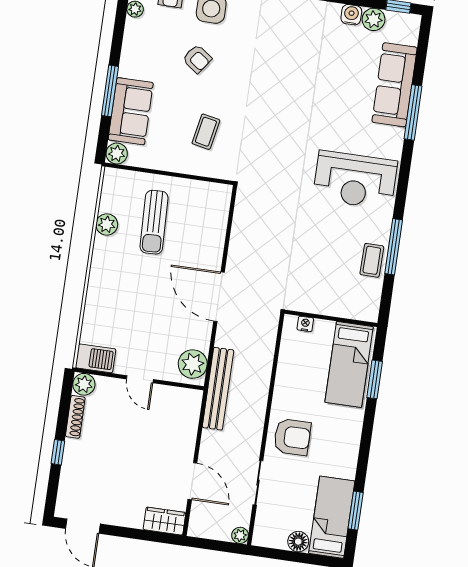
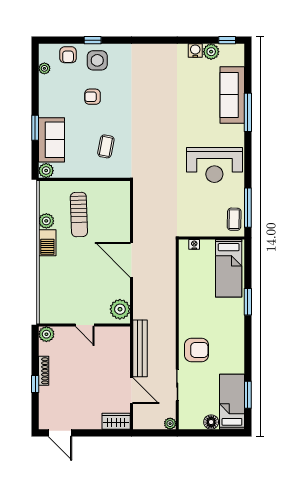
armchair: (197, 59) -> (93, 97), turned 144
window: (110, 91) -> (35, 128), width x0.69
wall: (331, 318) -> (211, 238), moved
nightstand: (305, 324) -> (194, 244), moved
barbecue: (96, 358) -> (47, 243), moved, turned 90
bed: (349, 364) -> (229, 268), moved
bench: (218, 389) -> (140, 348), moved
shoe rack: (75, 417) -> (44, 371), moved

